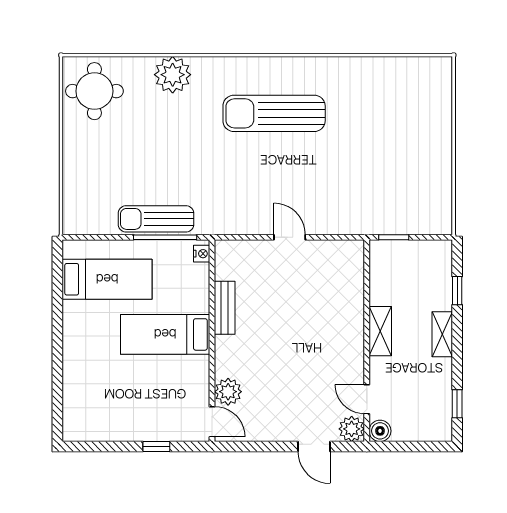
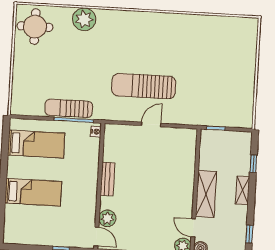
sun lounger: (274, 113) -> (144, 86), moved
door: (290, 237) -> (151, 124), hinge flipped
bench: (225, 308) -> (107, 179), moved
shelving: (380, 331) -> (206, 194), width x1.50, depth x1.33
bed: (165, 334) -> (33, 192), moved, turned 180

